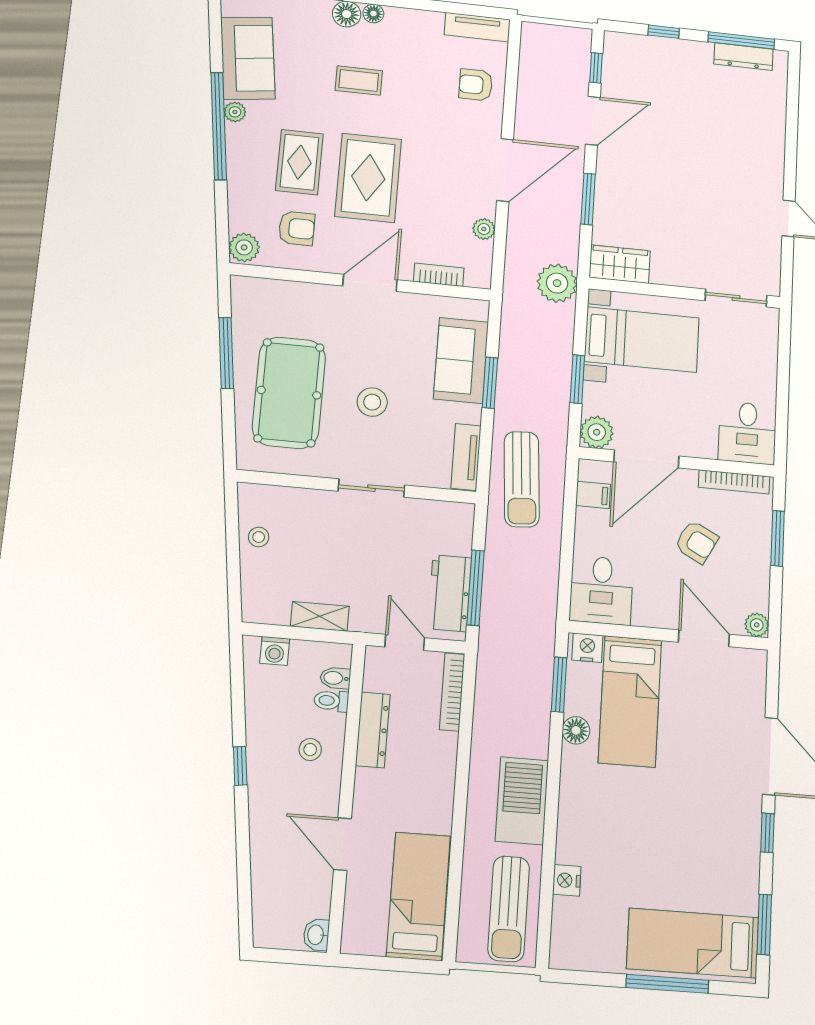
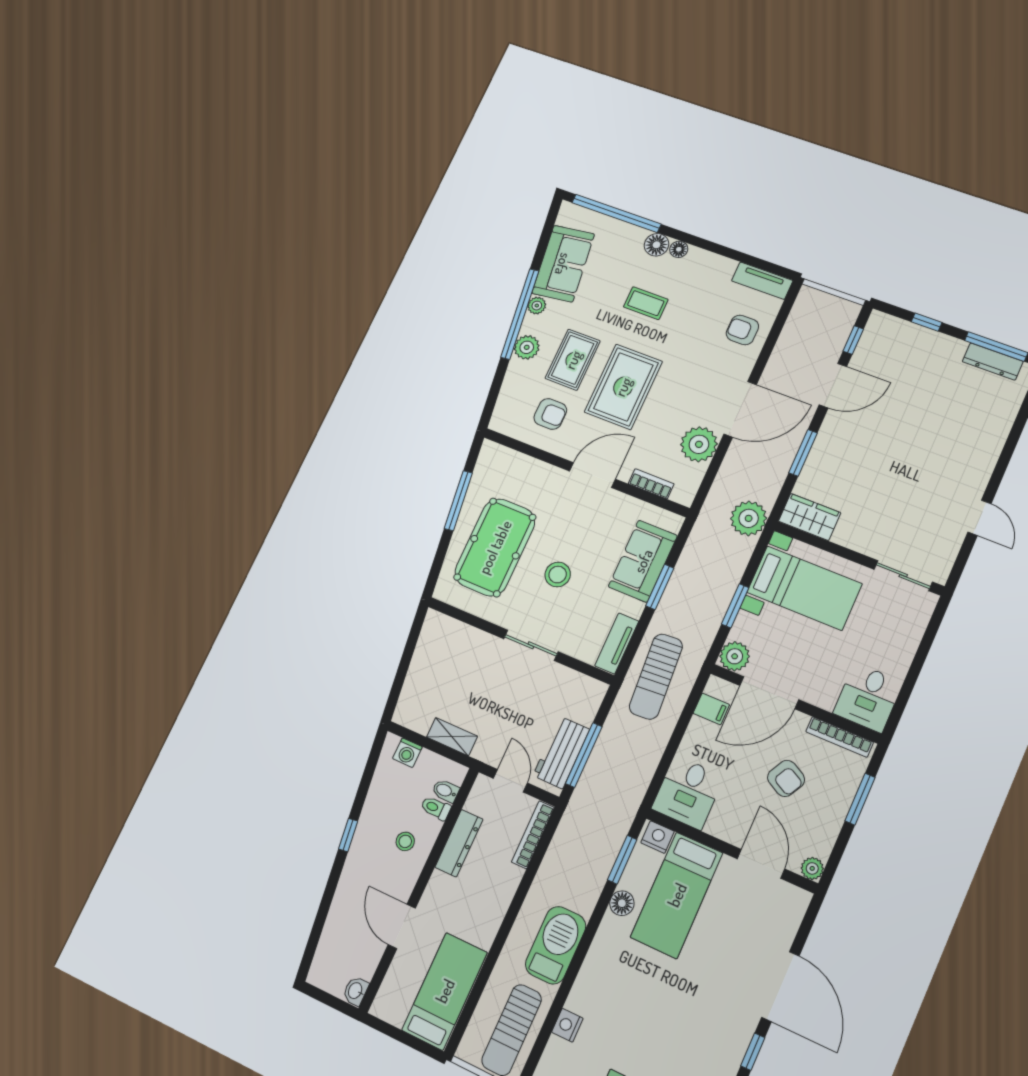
plant: (484, 229) -> (699, 444), width x1.88, depth x1.88
plant: (244, 247) -> (527, 347), moved
stool: (259, 537) -> (429, 657), removed

